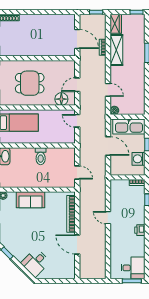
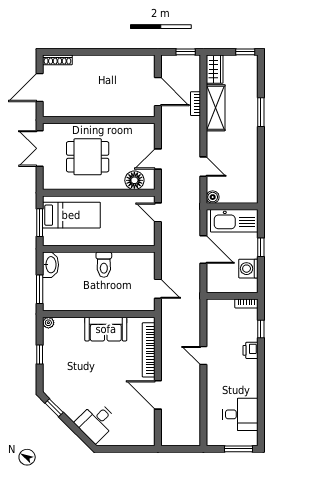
sofa: (30, 200) -> (106, 329), moved
printer: (140, 230) -> (250, 350), moved
desk: (133, 268) -> (240, 414), moved

